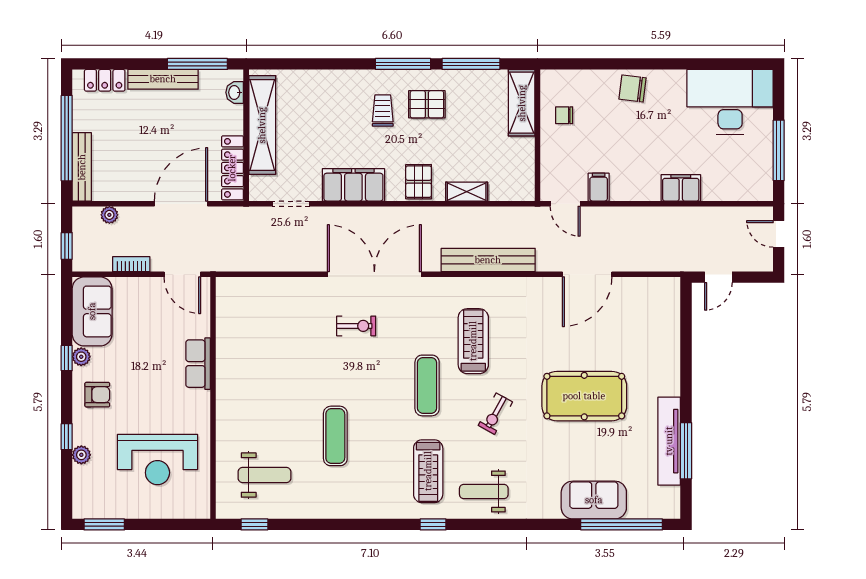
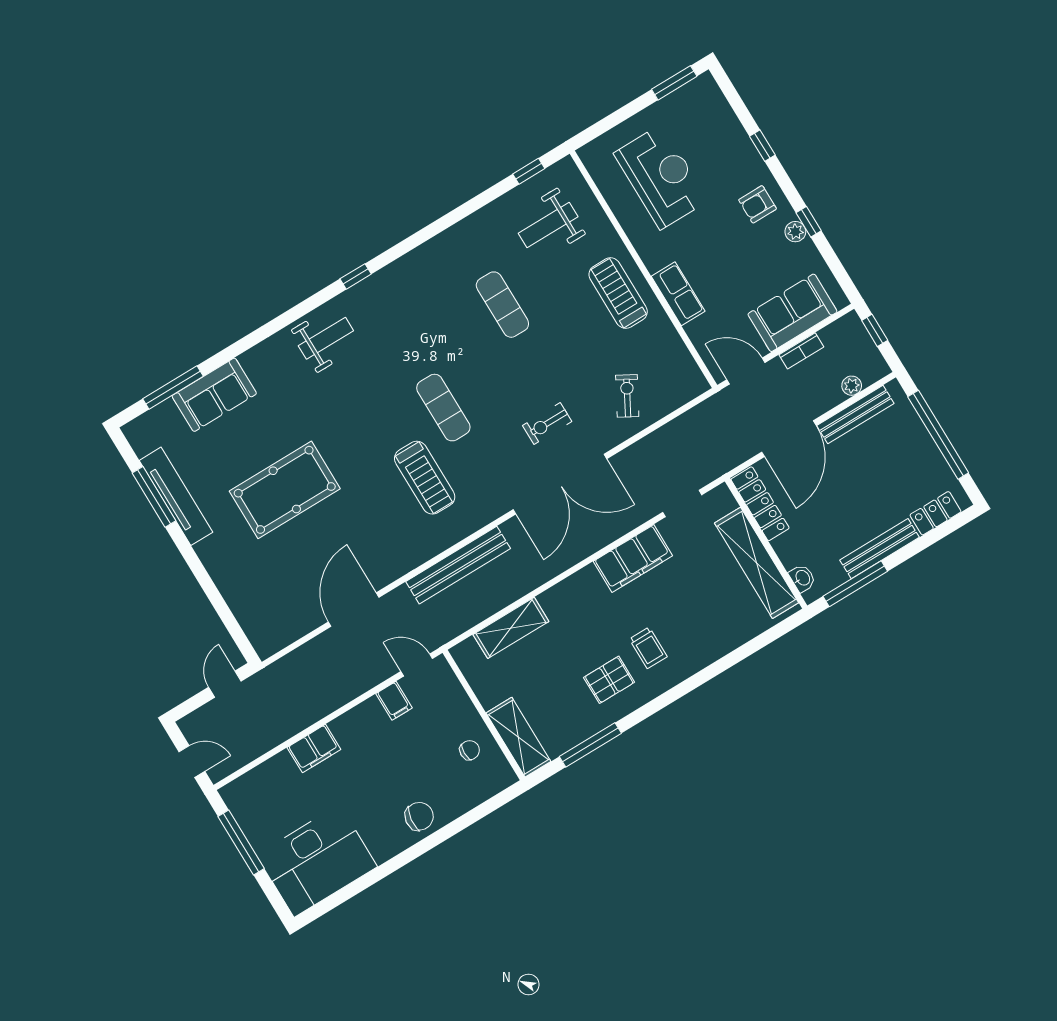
window: (403, 64) -> (656, 705), removed
bench: (82, 167) -> (855, 415), moved, turned 90
pallet: (419, 182) -> (572, 600), removed
shelving: (467, 192) -> (511, 628), width x1.50, depth x1.33
sofa: (92, 311) -> (792, 313), moved, turned 90
exercise bike: (495, 414) -> (627, 396), moved
plant: (81, 455) -> (737, 137), removed
reception desk: (157, 460) -> (661, 177), turned 90
treadmill: (428, 471) -> (618, 293), moved
window: (622, 524) -> (173, 388), width x0.68

